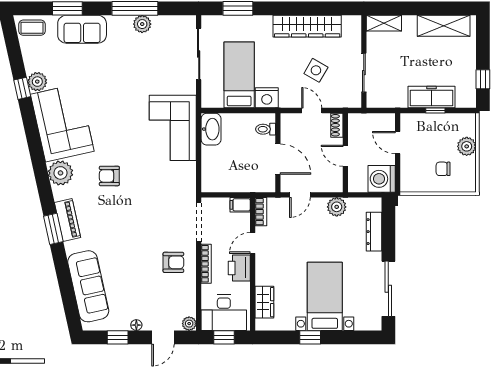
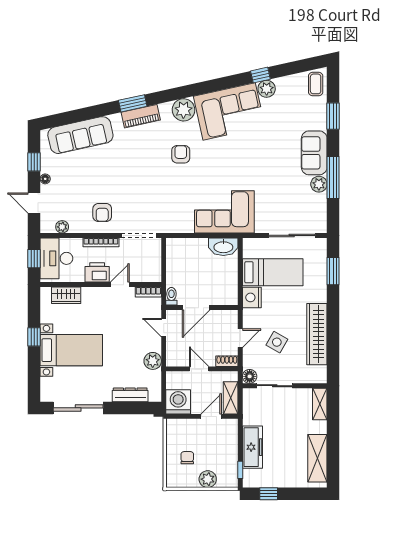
sofa: (82, 29) -> (314, 153), moved
floor lamp: (354, 100) -> (250, 376), added
window: (435, 111) -> (240, 470), moved
shelving: (377, 121) -> (231, 398), added
toilet: (266, 129) -> (171, 296), moved
door: (345, 156) -> (199, 369), hinge flipped
filing cabinet: (240, 205) -> (155, 273), removed
door: (253, 243) -> (120, 285), hinge flipped
plant: (189, 324) -> (62, 227), moved

